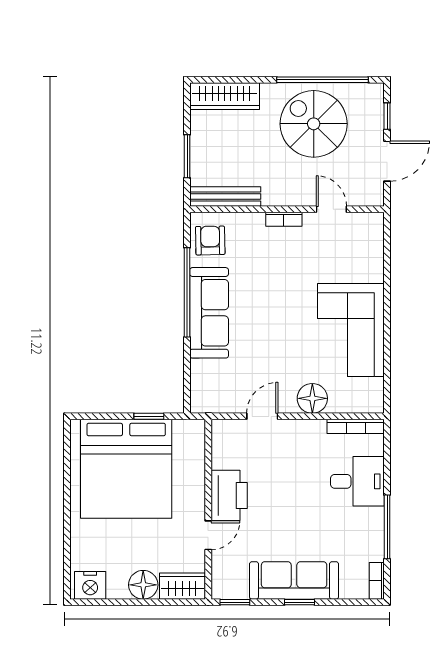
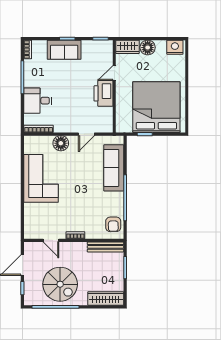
sofa: (209, 313) -> (114, 168), moved
sofa: (294, 580) -> (64, 50), width x0.73

